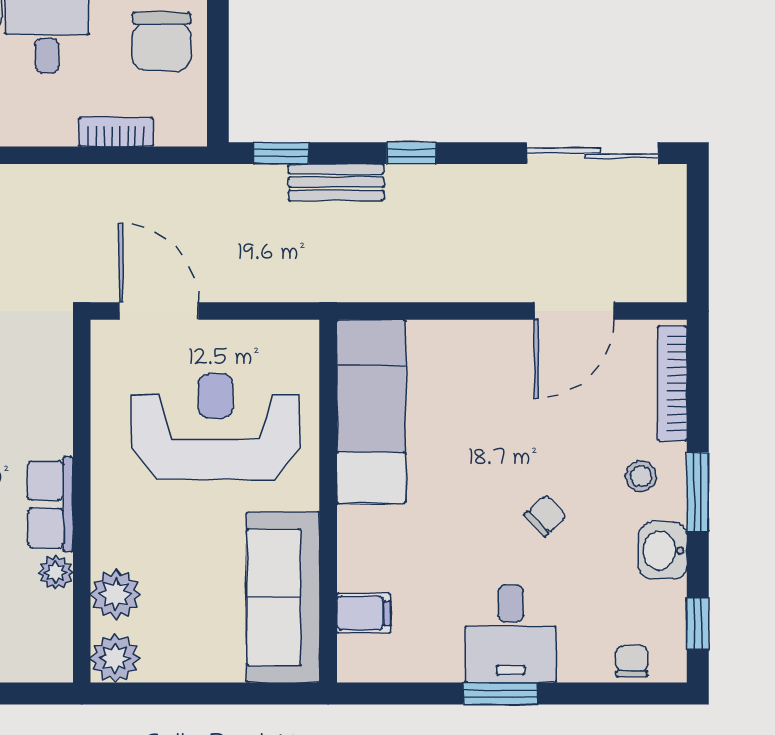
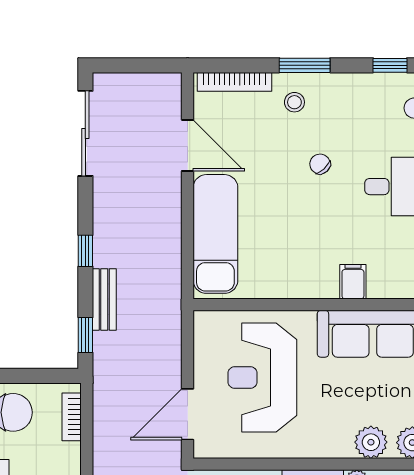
bookcase: (116, 132) -> (72, 417), moved
exam couch: (371, 412) -> (215, 234), moved, turned 90
washbasin: (663, 551) -> (343, 88), removed
filing cabinet: (364, 613) -> (353, 282), moved

